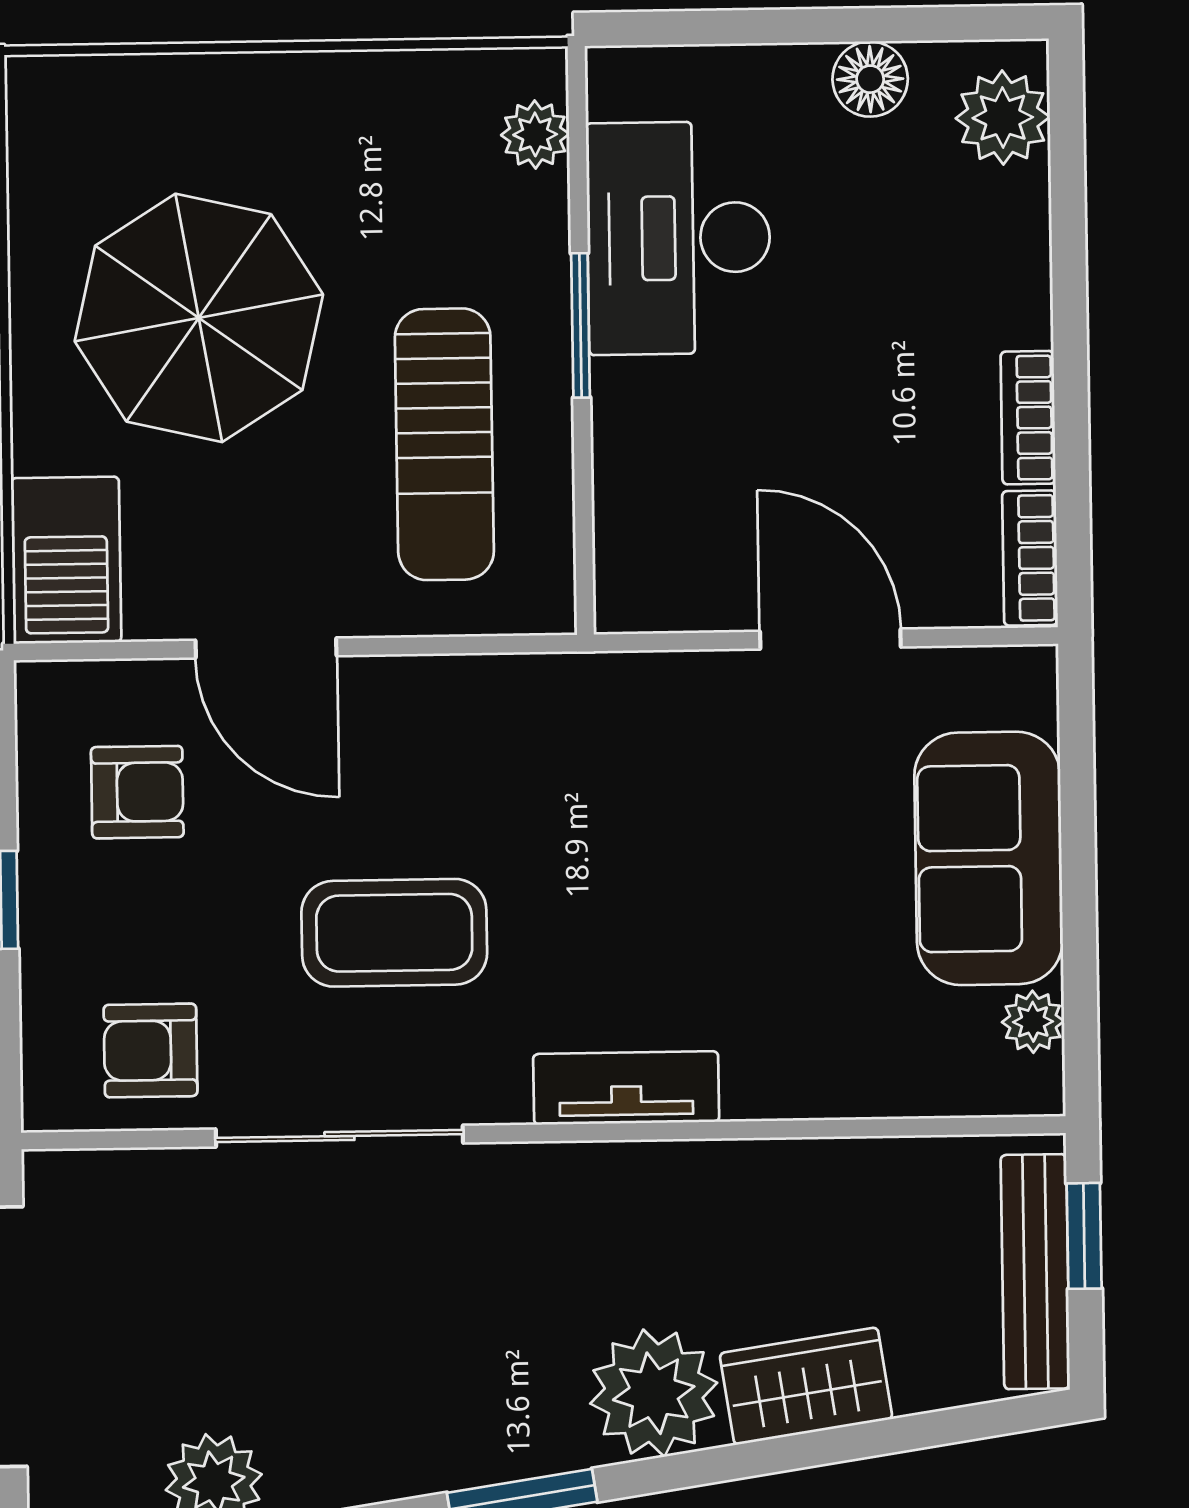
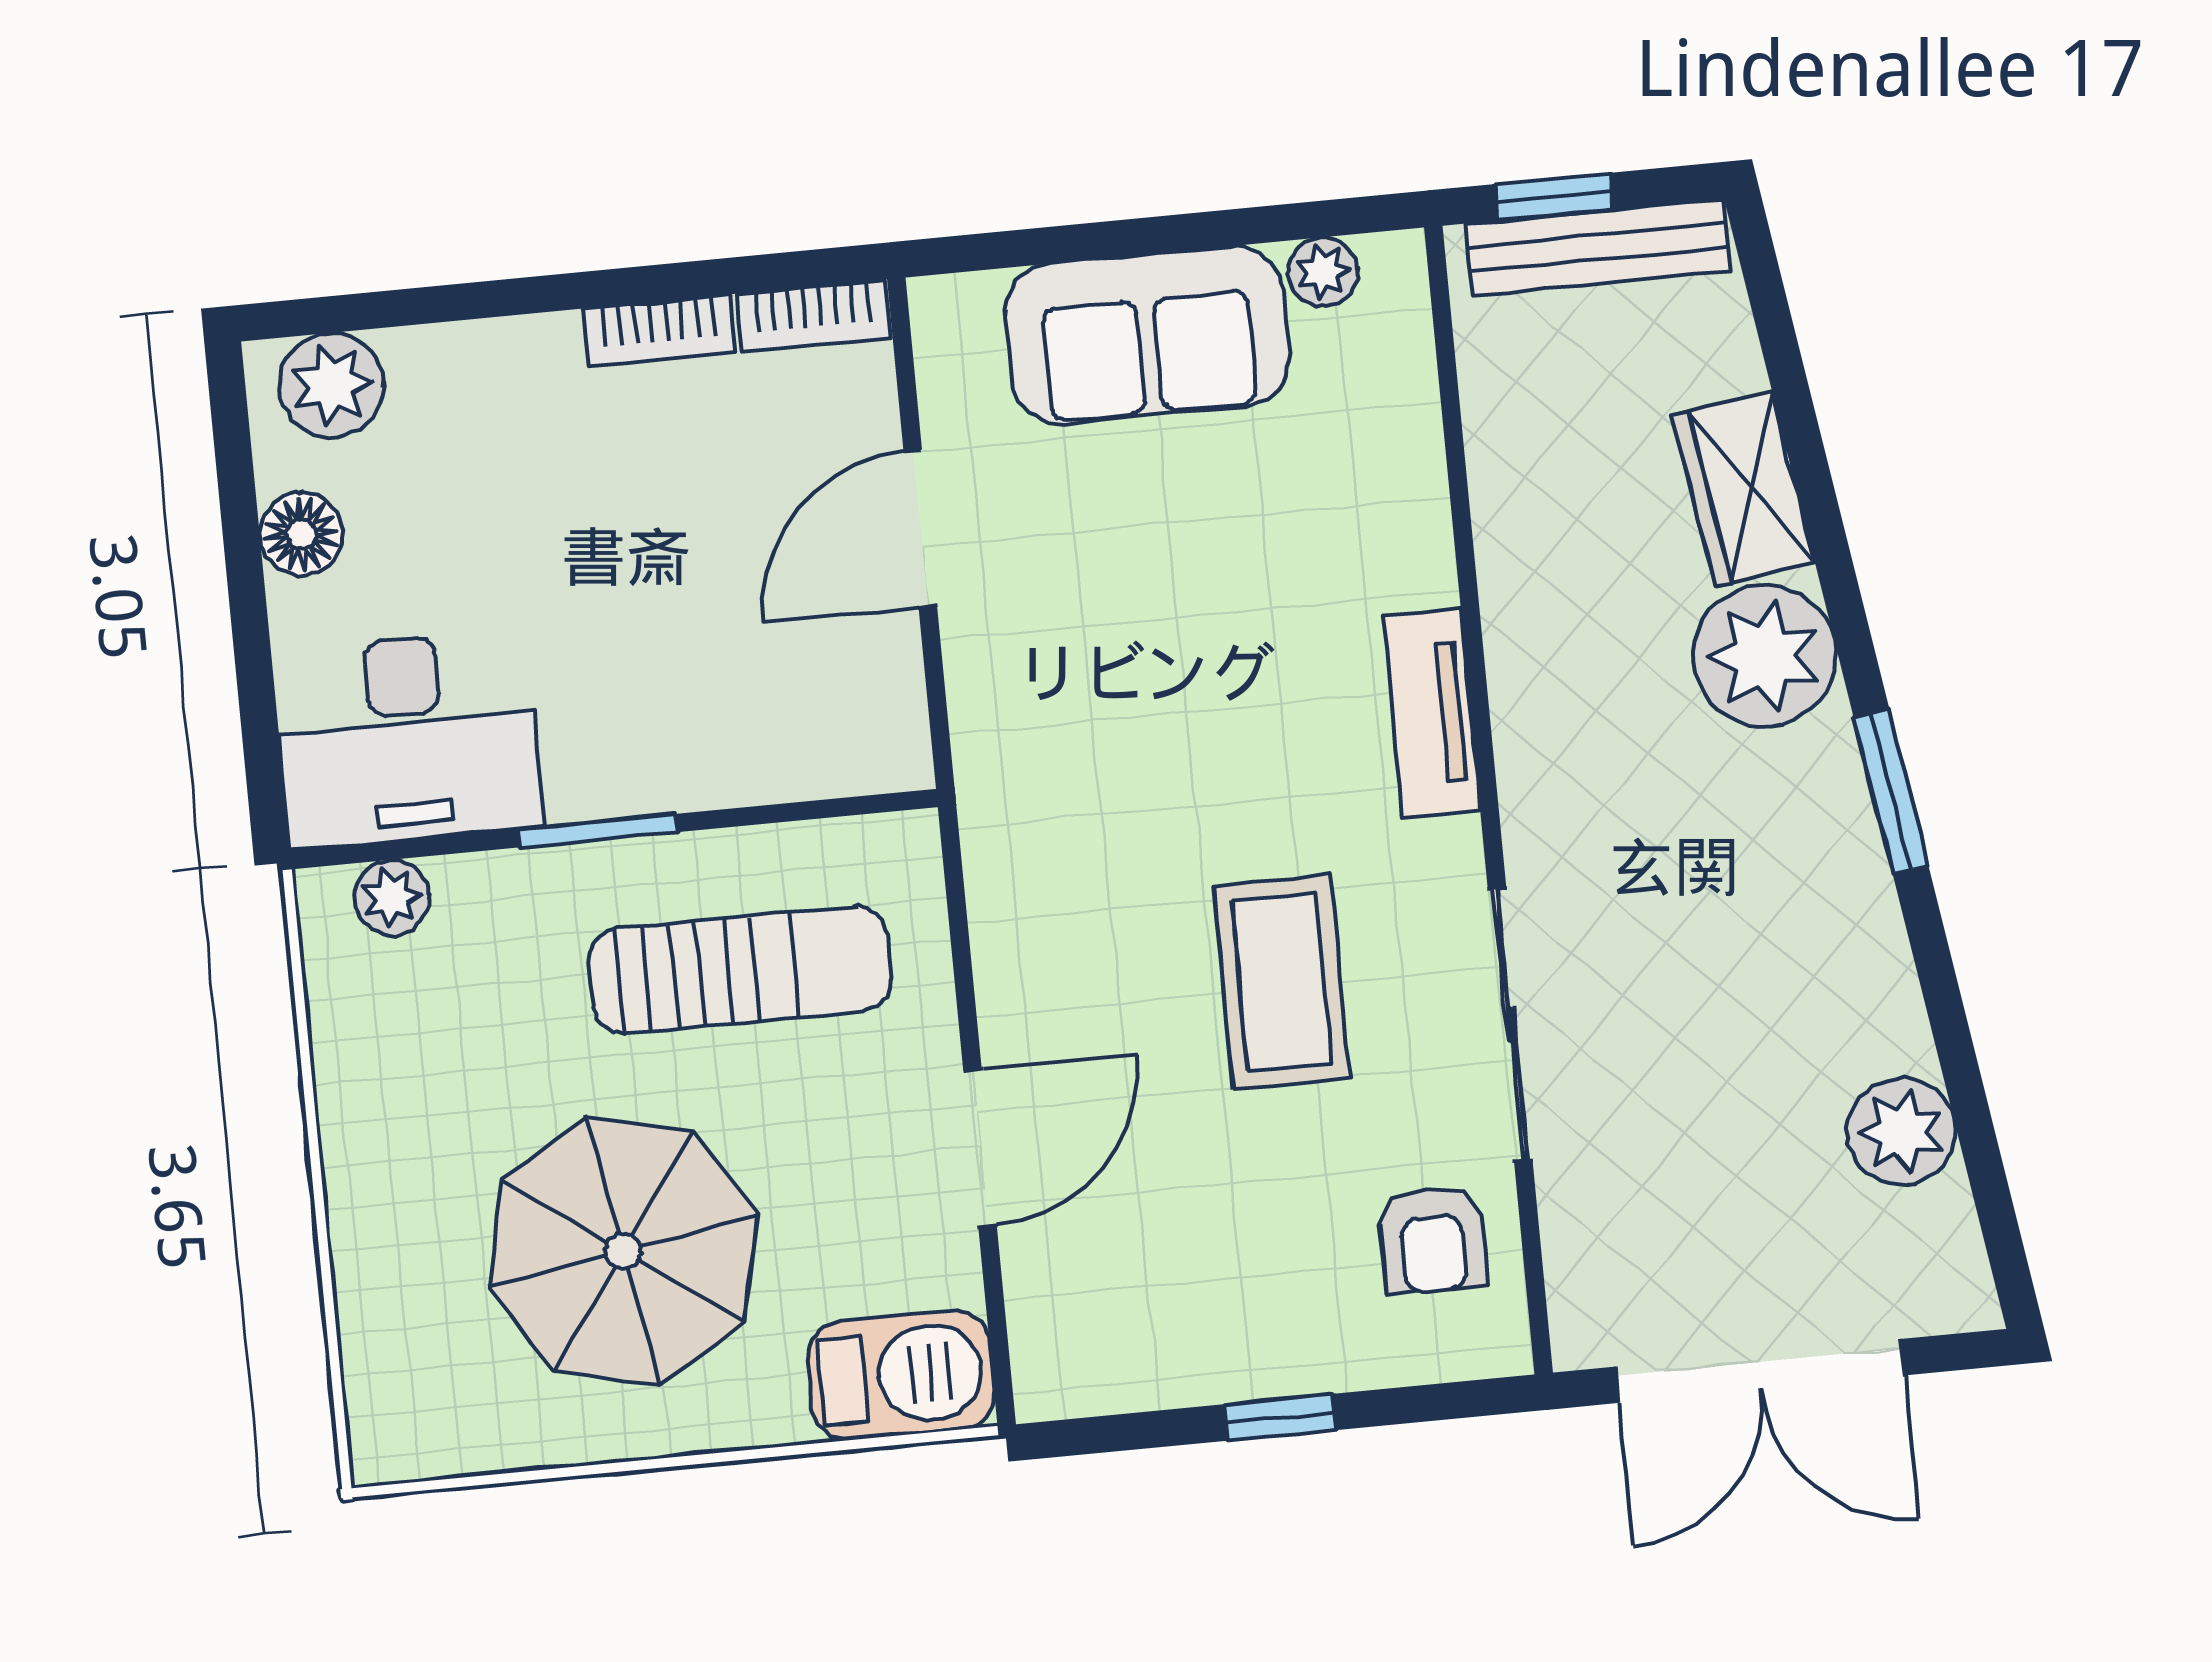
desk: (679, 238) -> (408, 739), moved
armchair: (137, 792) -> (1150, 1277), removed

